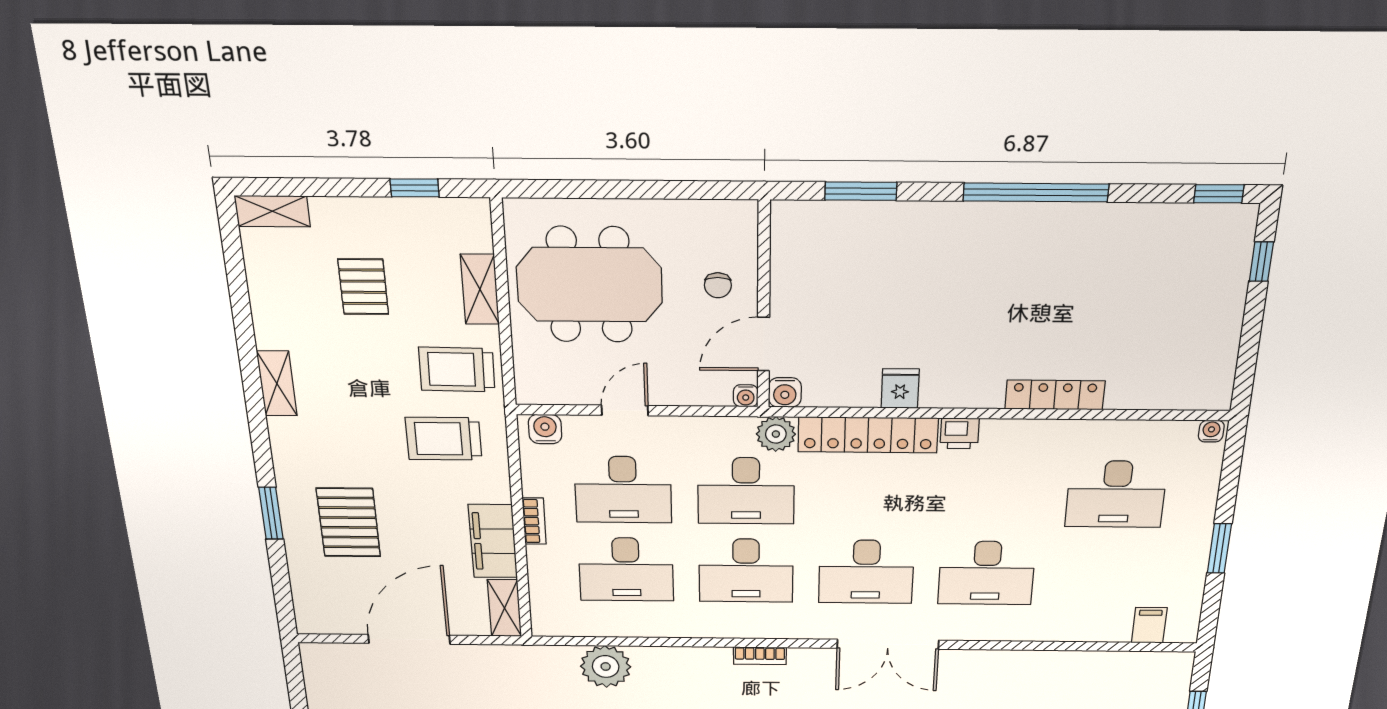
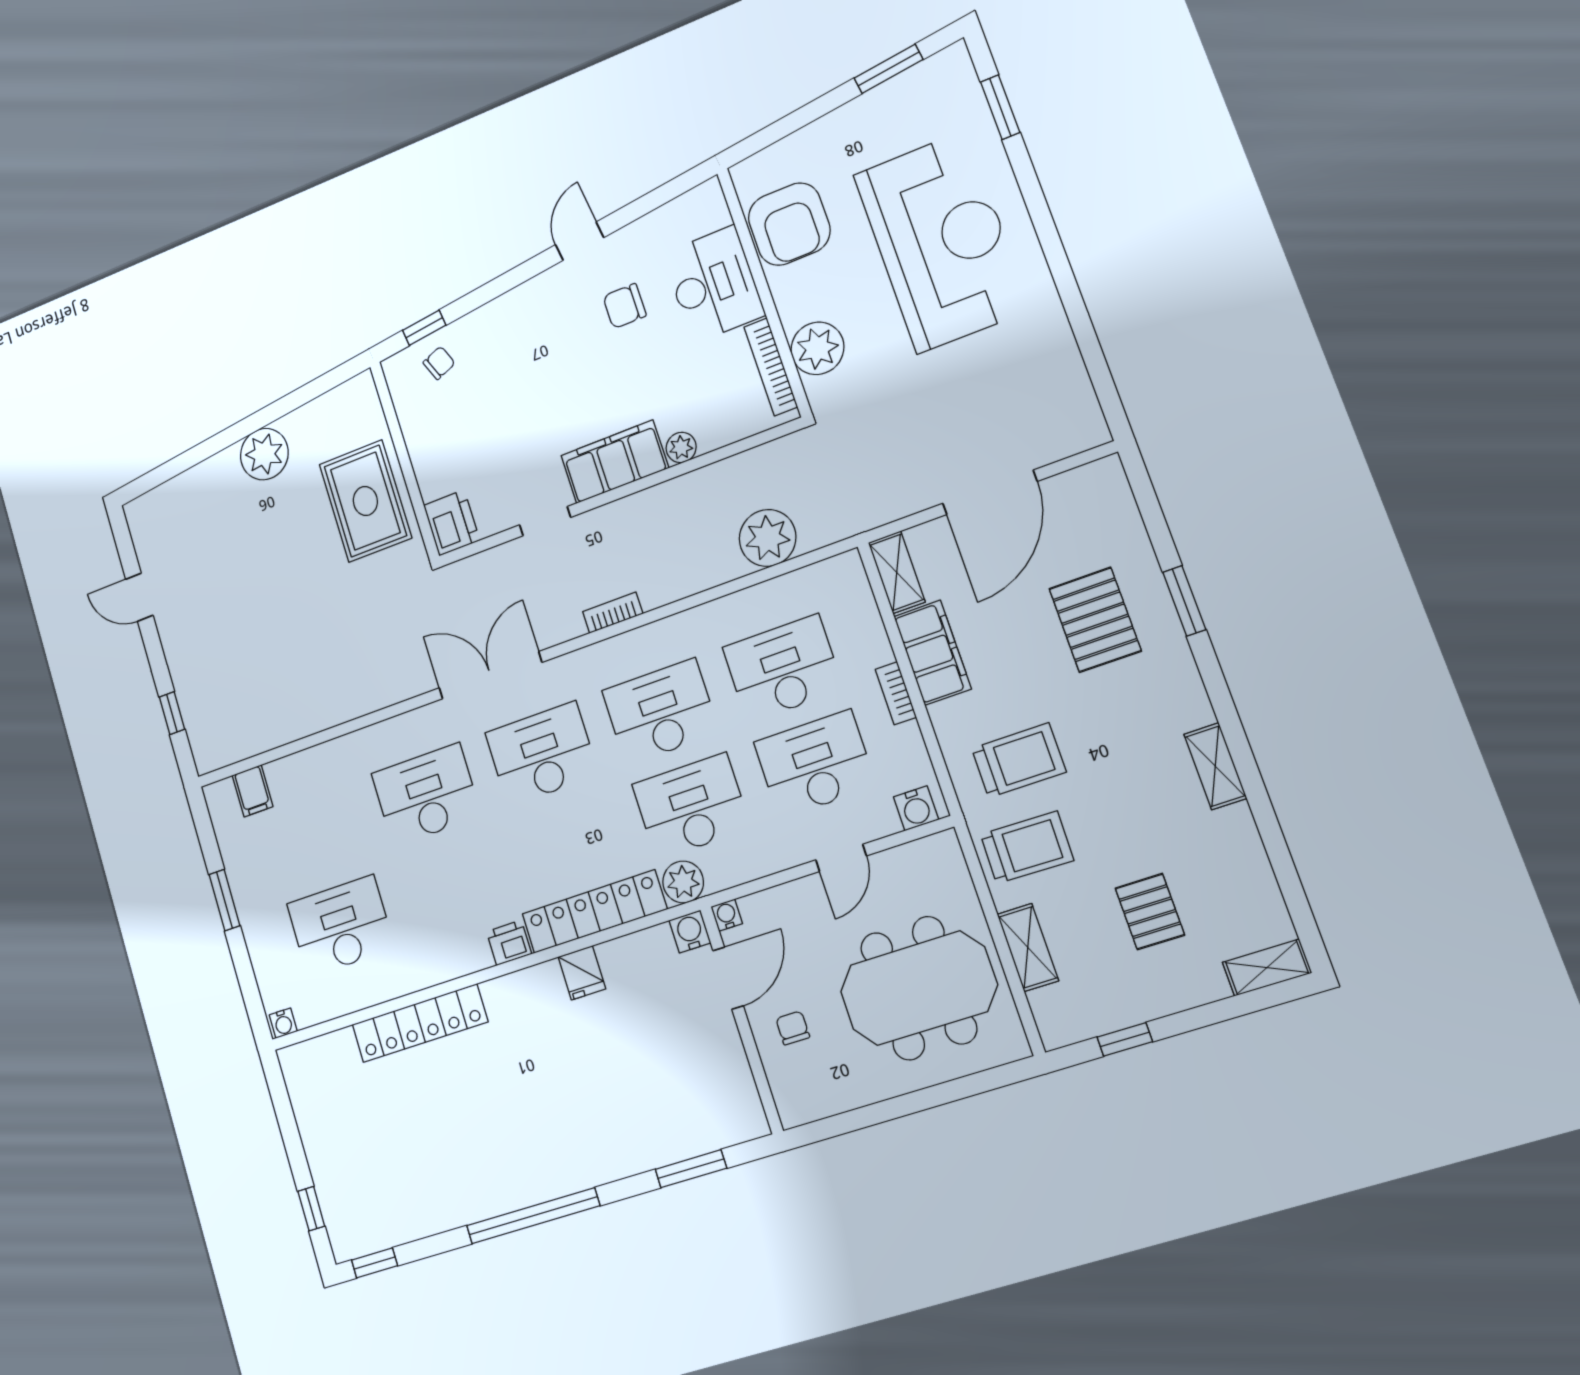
locker: (1055, 395) -> (420, 1023), width x1.41, depth x1.21

